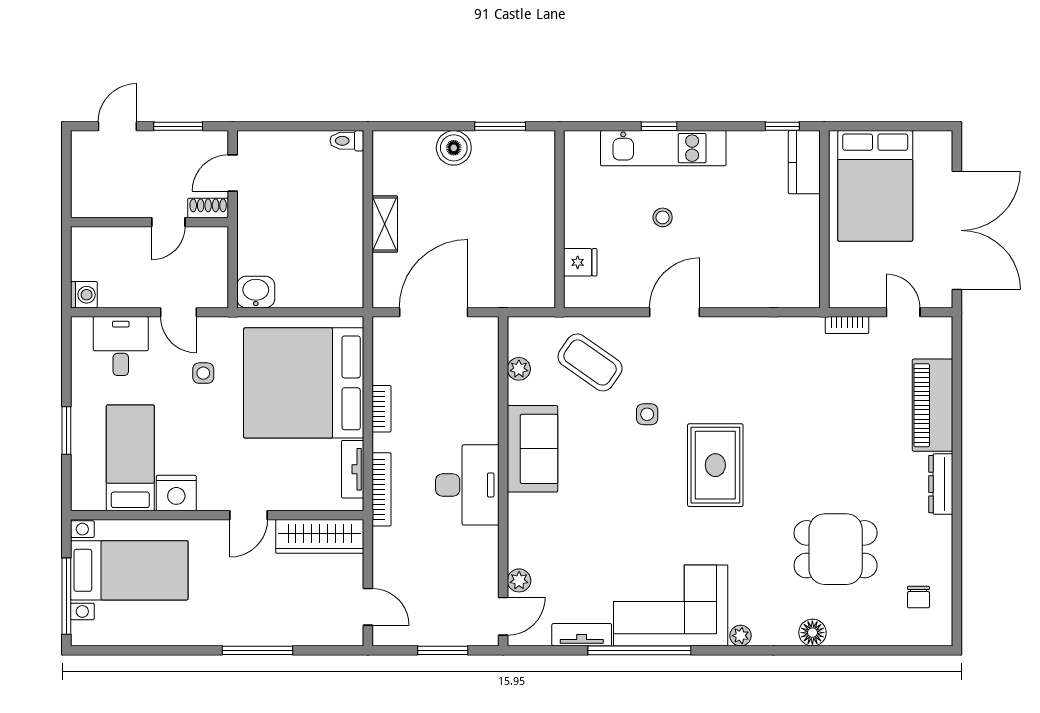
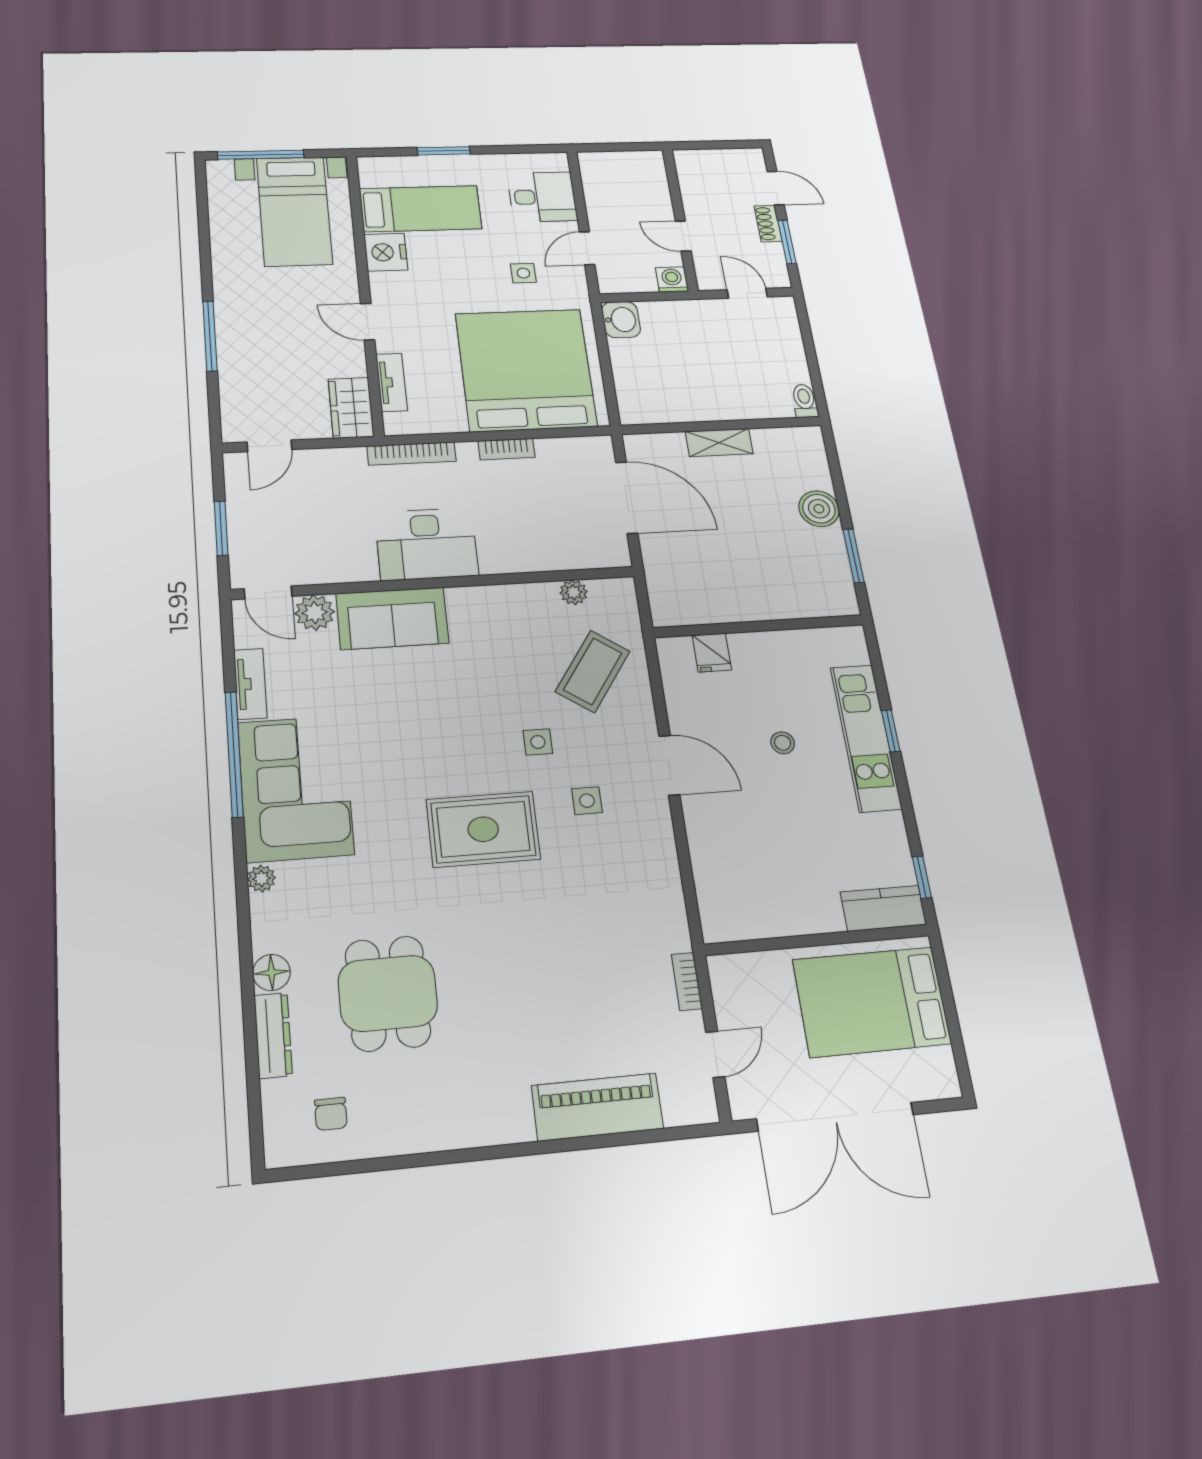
shoe rack: (208, 208) -> (768, 224), moved, turned 180
washing machine: (84, 295) -> (672, 279), moved, turned 180
side table: (699, 382) -> (587, 801), added
sofa: (532, 449) -> (392, 618), moved
tv unit: (353, 469) -> (392, 382), moved, turned 90
dresser: (941, 484) -> (273, 1035), moved, turned 90
wardrobe: (320, 536) -> (351, 408), width x0.67
plant: (519, 580) -> (315, 613), width x1.38, depth x1.38
chair: (918, 597) -> (331, 1114), turned -90

